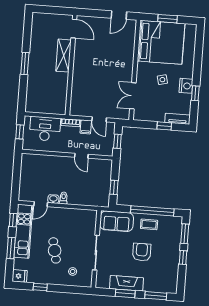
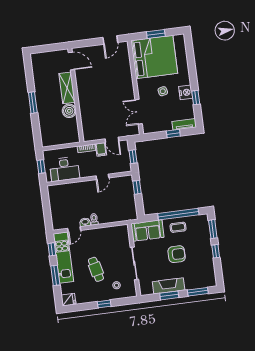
boiler: (61, 80) -> (69, 111), added
desk: (45, 129) -> (64, 169), moved, turned 180
door: (81, 156) -> (102, 177), hinge flipped
window: (114, 187) -> (137, 187), moved
armchair: (142, 252) -> (177, 254), turned 90
window: (40, 287) -> (104, 304), moved

